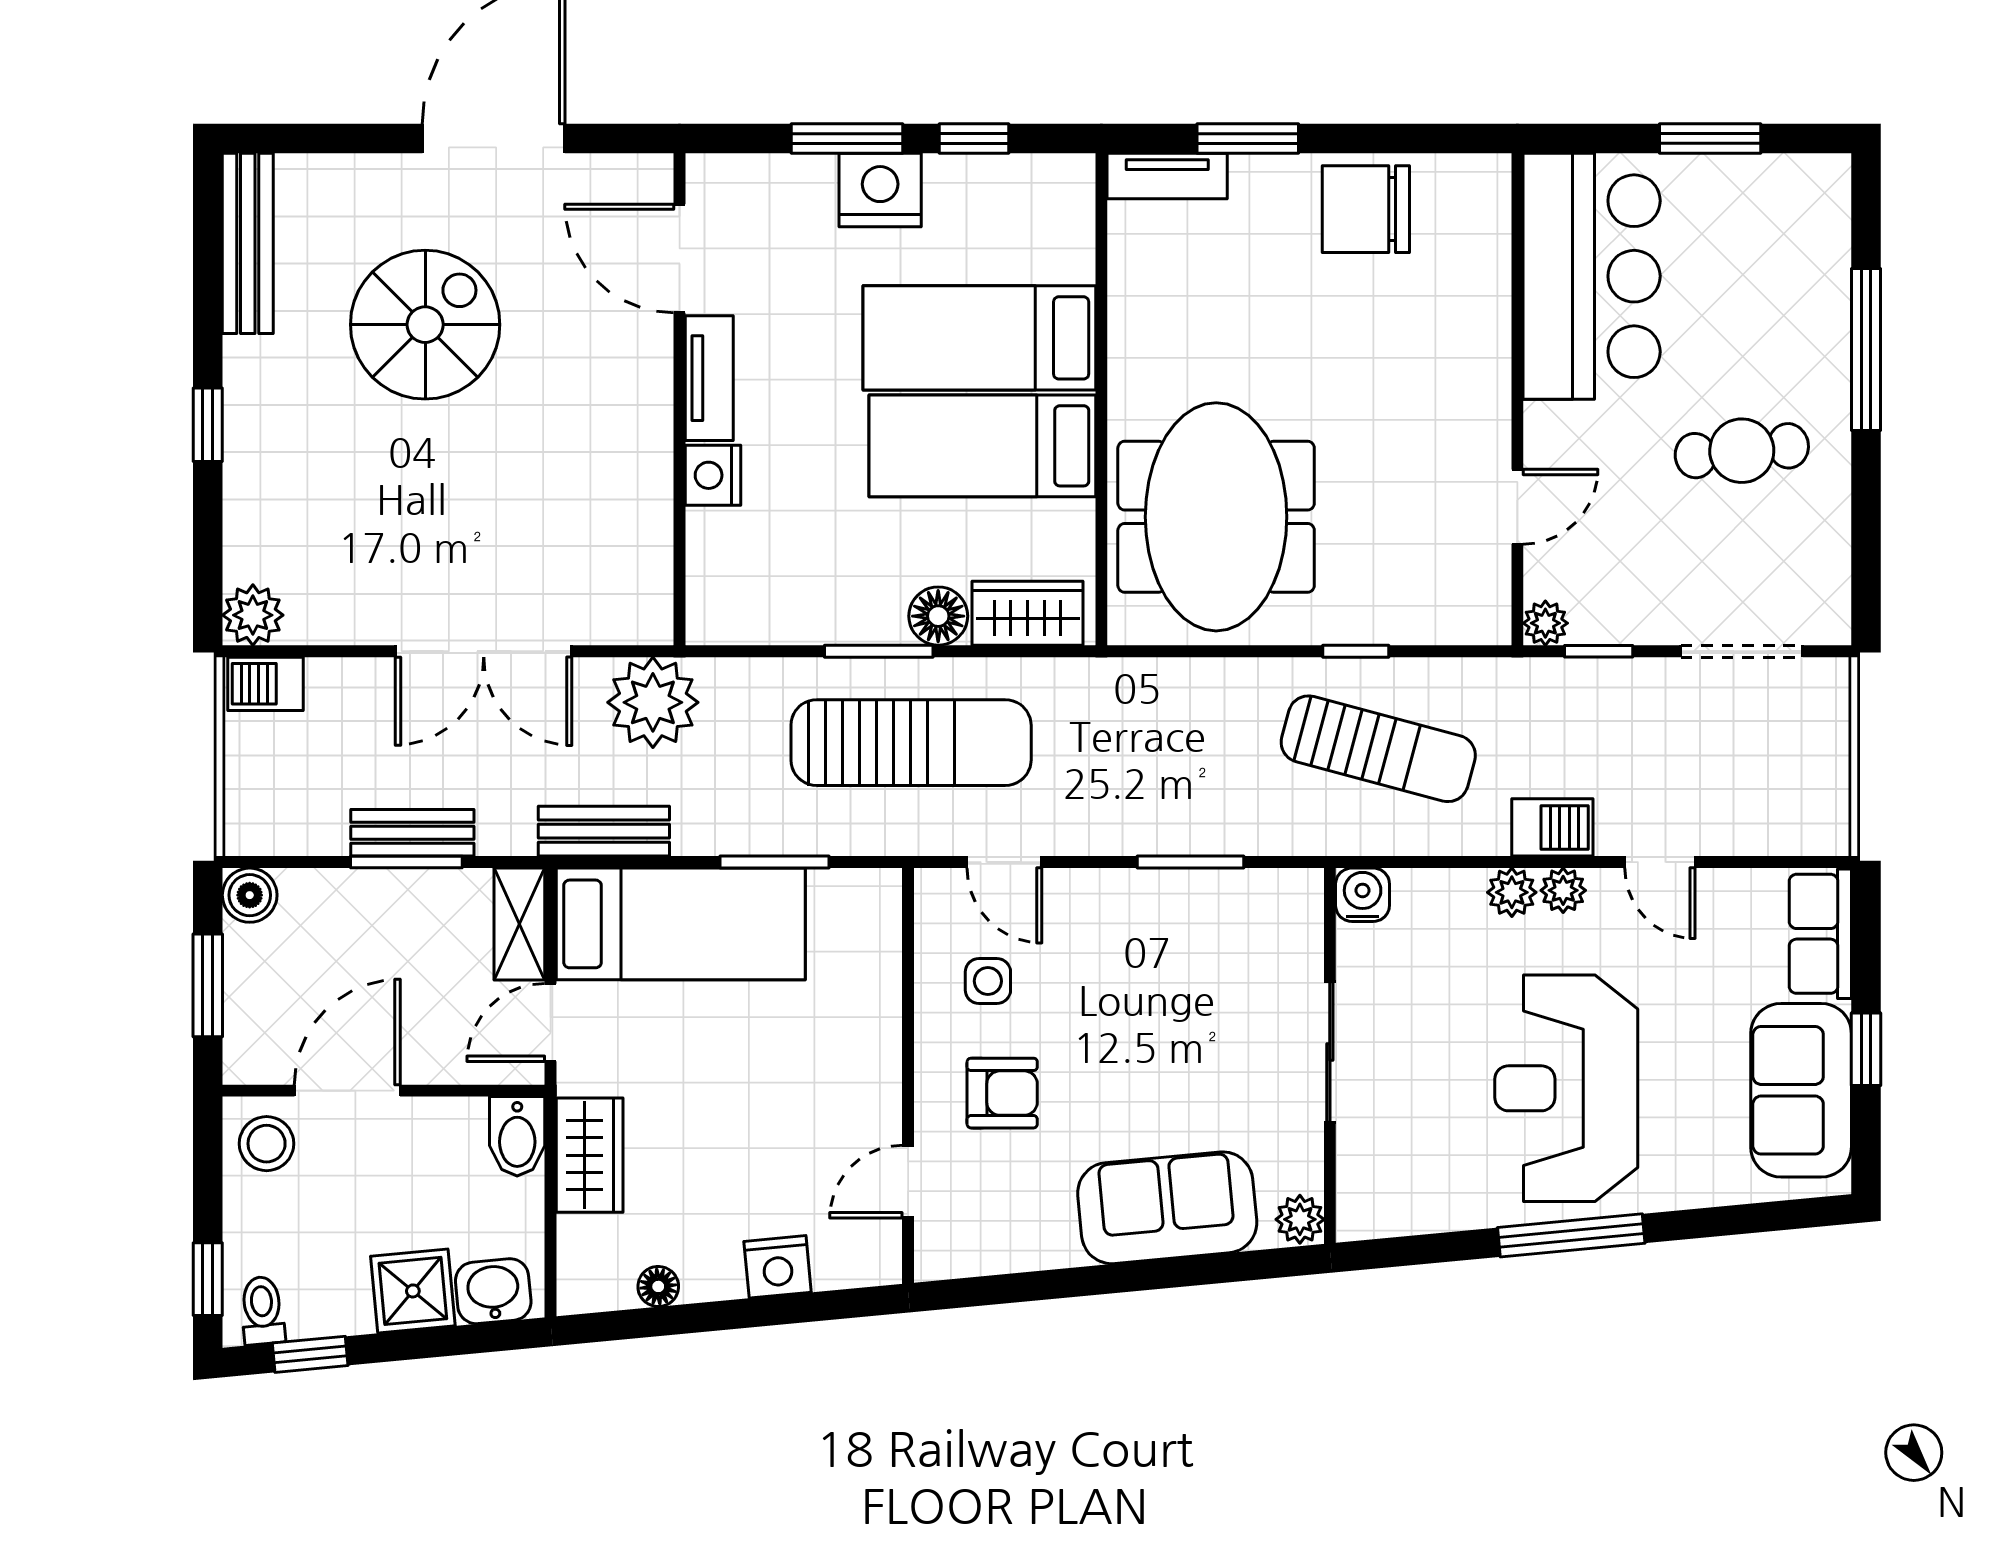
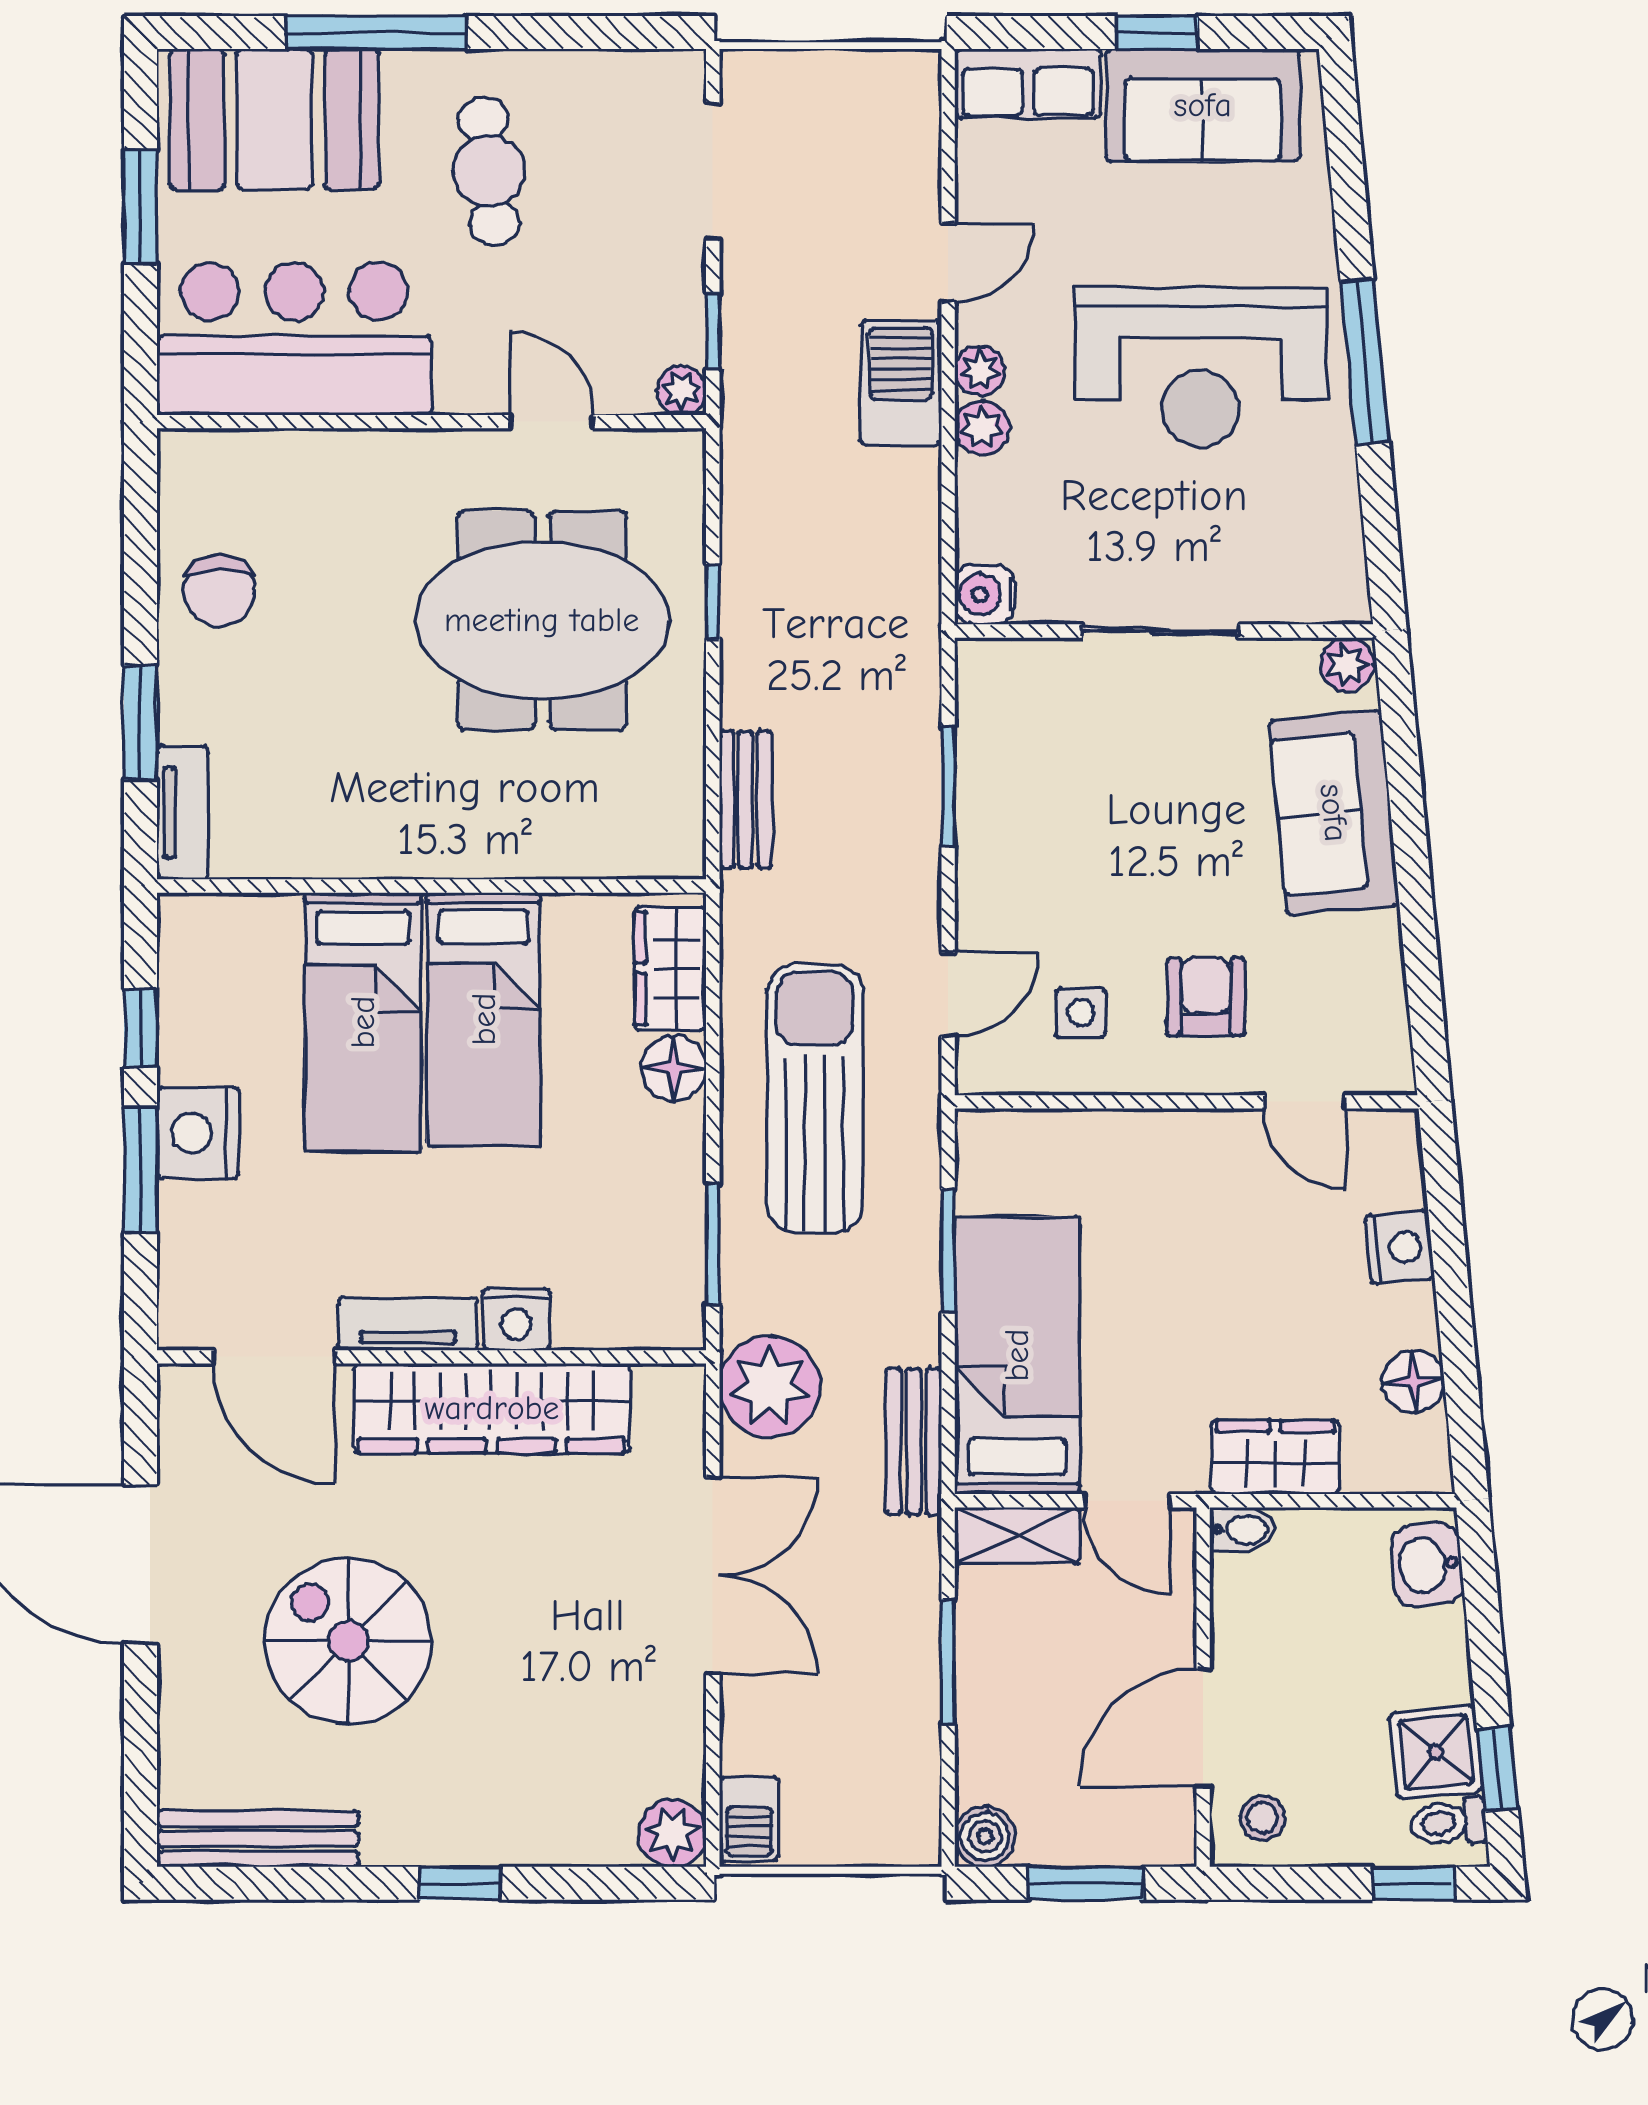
chair: (1366, 209) -> (219, 591), width x0.73, depth x0.73
door: (680, 258) -> (274, 1357), hinge flipped
booth: (1788, 258) -> (274, 119), added
wardrobe: (633, 453) -> (492, 1408), added
meeting table: (1216, 517) -> (542, 620), moved
window: (879, 651) -> (713, 1244), moved
sun lounger: (1378, 749) -> (822, 577), removed
barbecue: (1552, 827) -> (901, 383), width x1.38, depth x1.27
bench: (412, 833) -> (745, 799), moved
door: (347, 1091) -> (1203, 1728), hinge flipped
bidet: (517, 1136) -> (1242, 1530), width x0.72, depth x0.74
stool: (267, 1144) -> (1262, 1818), width x0.73, depth x0.73
floor lamp: (658, 1286) -> (1414, 1381), width x1.37, depth x1.37
shower: (413, 1291) -> (1436, 1752), moved

